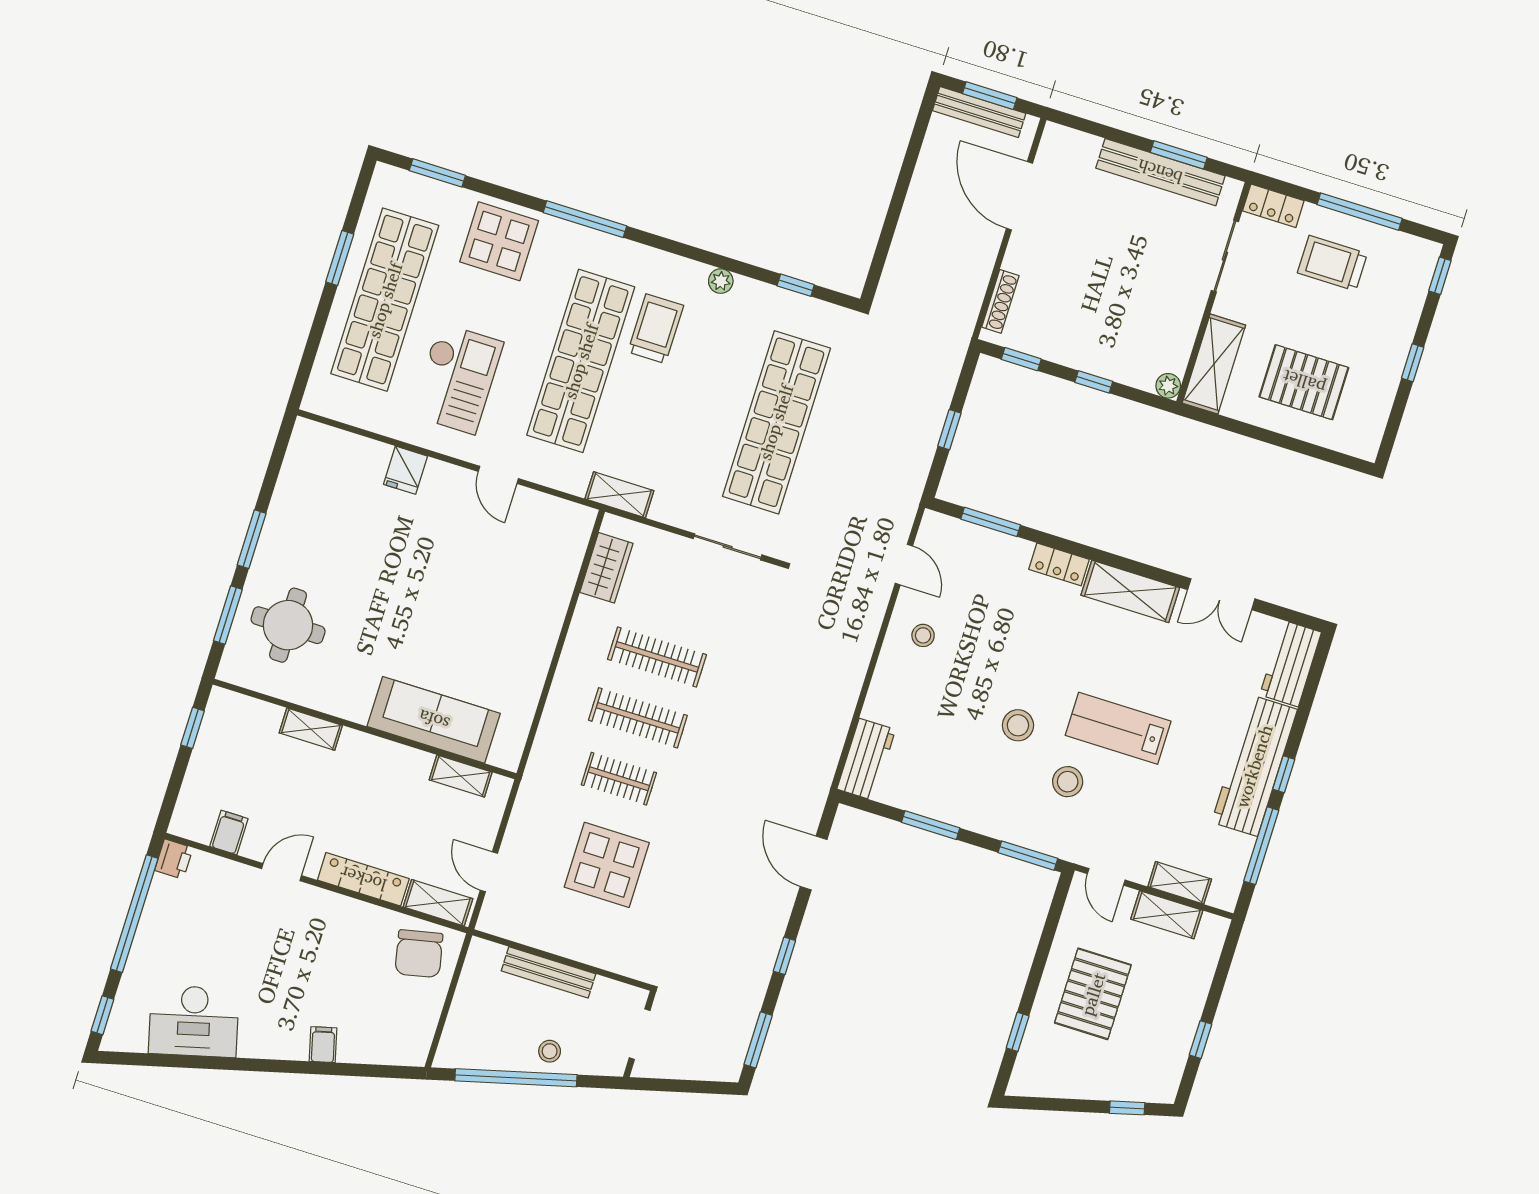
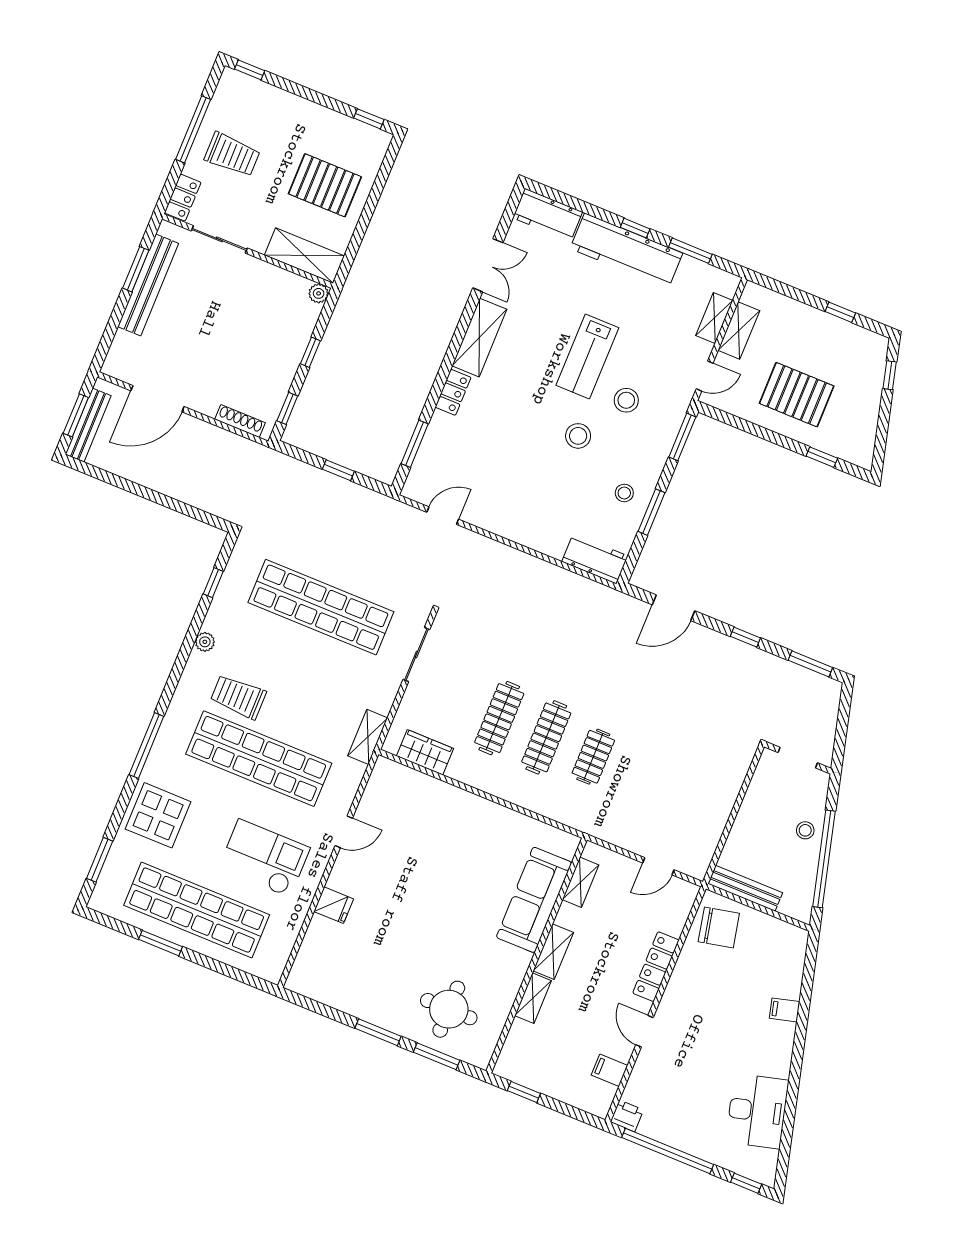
trolley: (1332, 263) -> (232, 155), turned -90
window: (1413, 363) -> (369, 119), moved
pallet: (1304, 382) -> (325, 185), turned 90
stool: (923, 635) -> (624, 493), moved
window: (1261, 846) -> (690, 251), width x0.69
display table: (607, 865) -> (661, 772), removed
shelving: (438, 903) -> (553, 952), moved
bench: (549, 972) -> (745, 888), moved, turned 90

